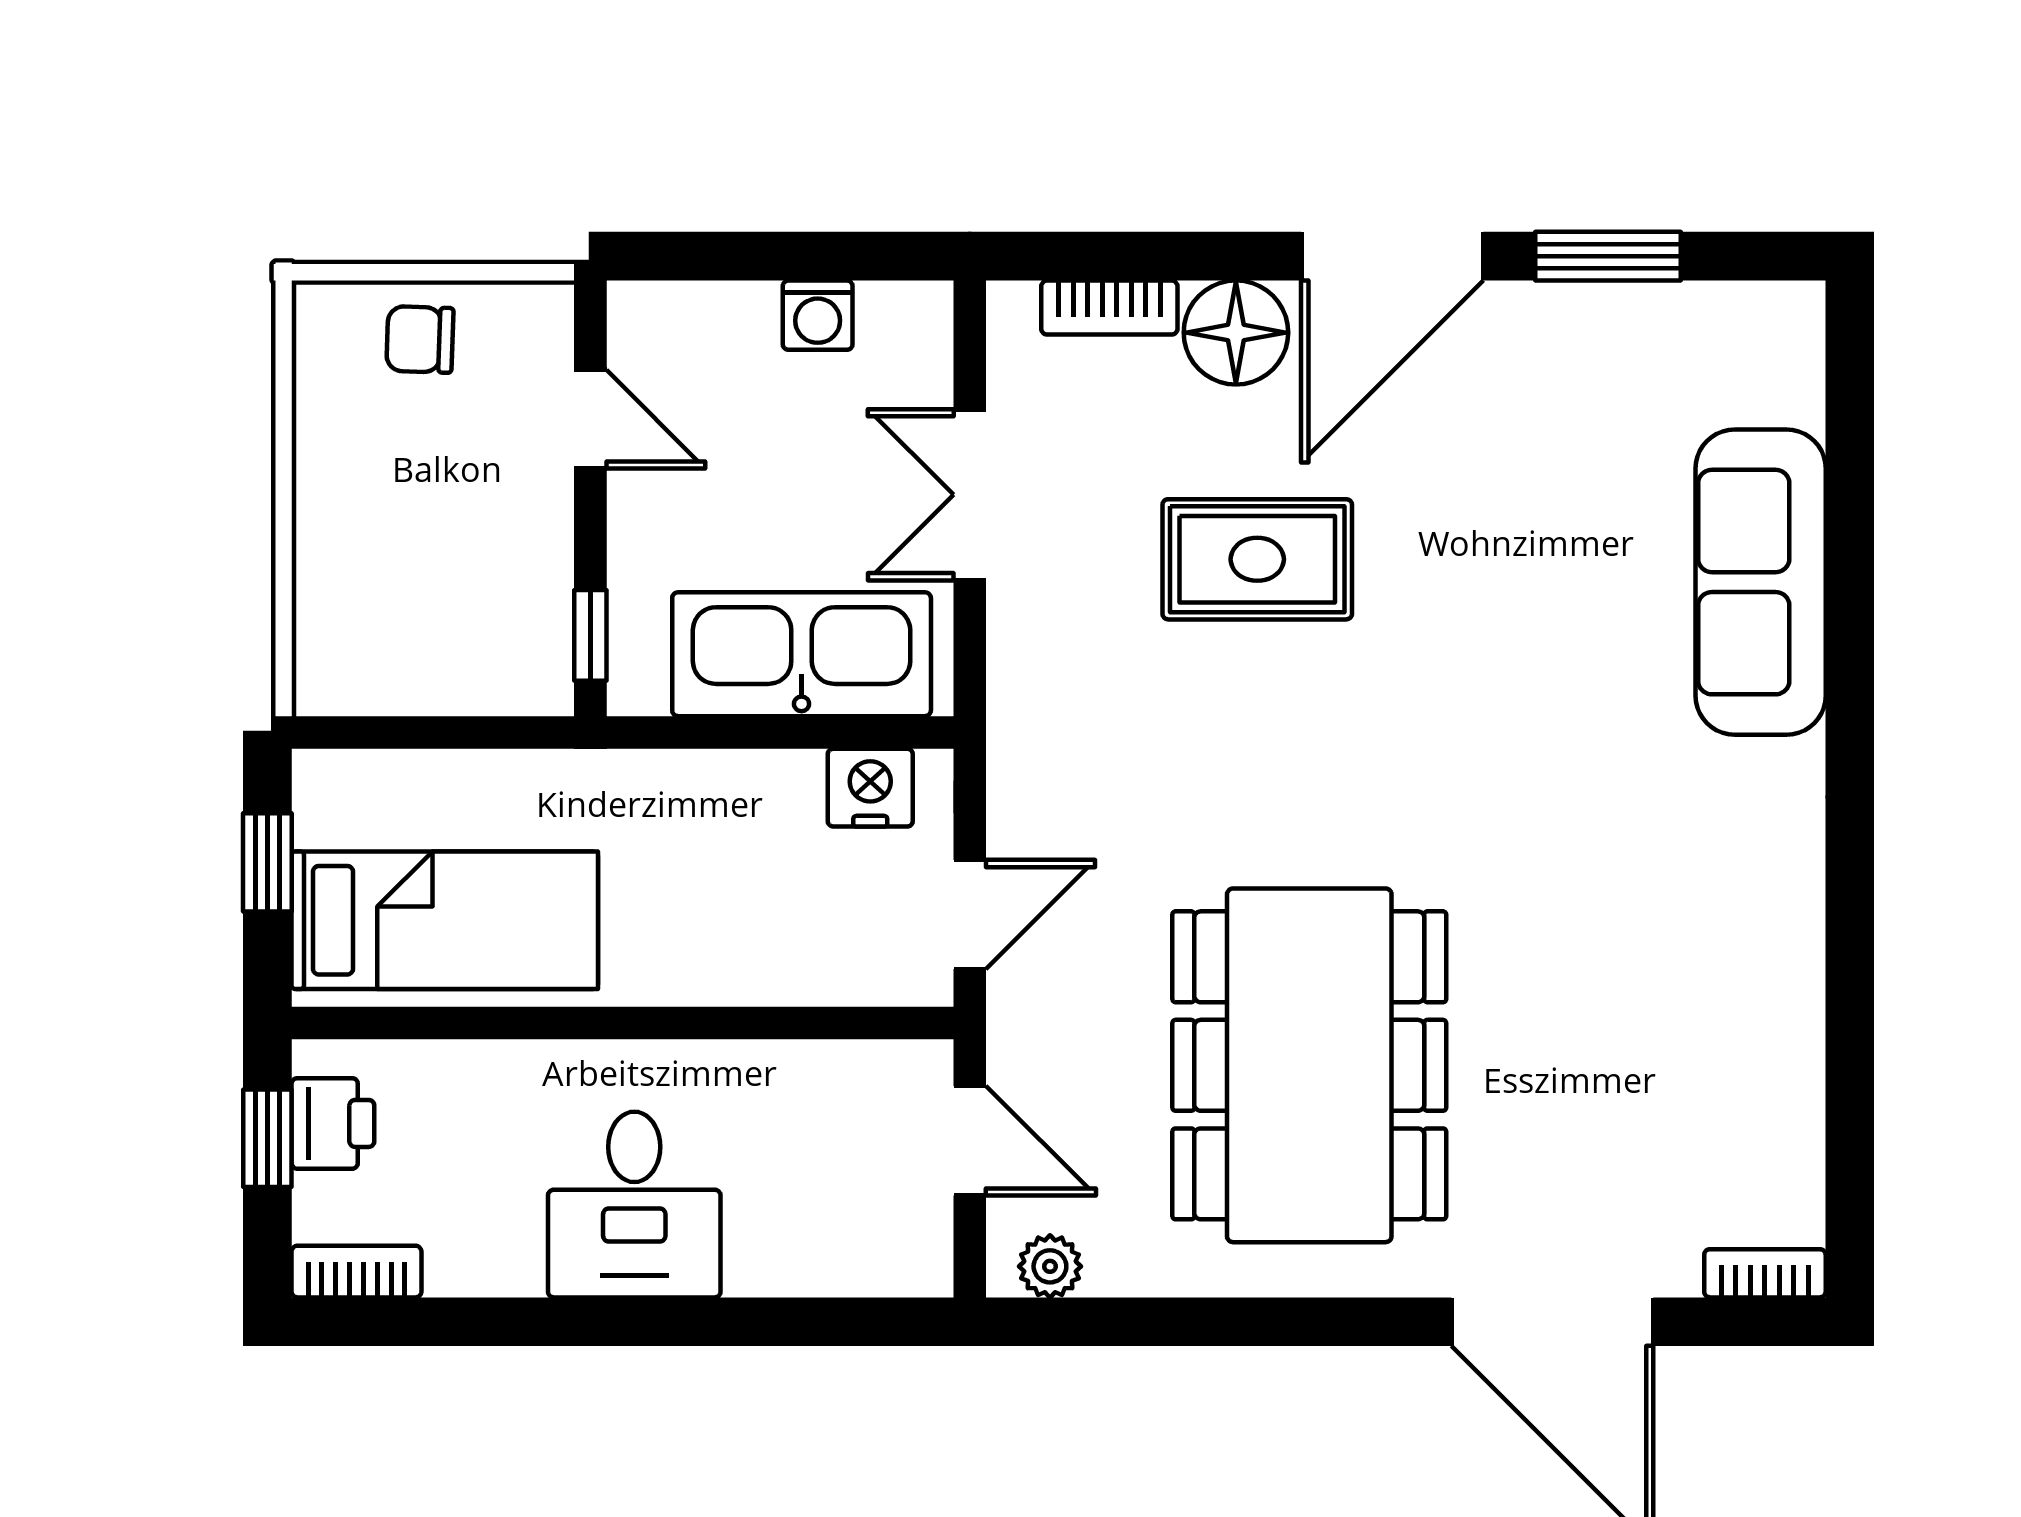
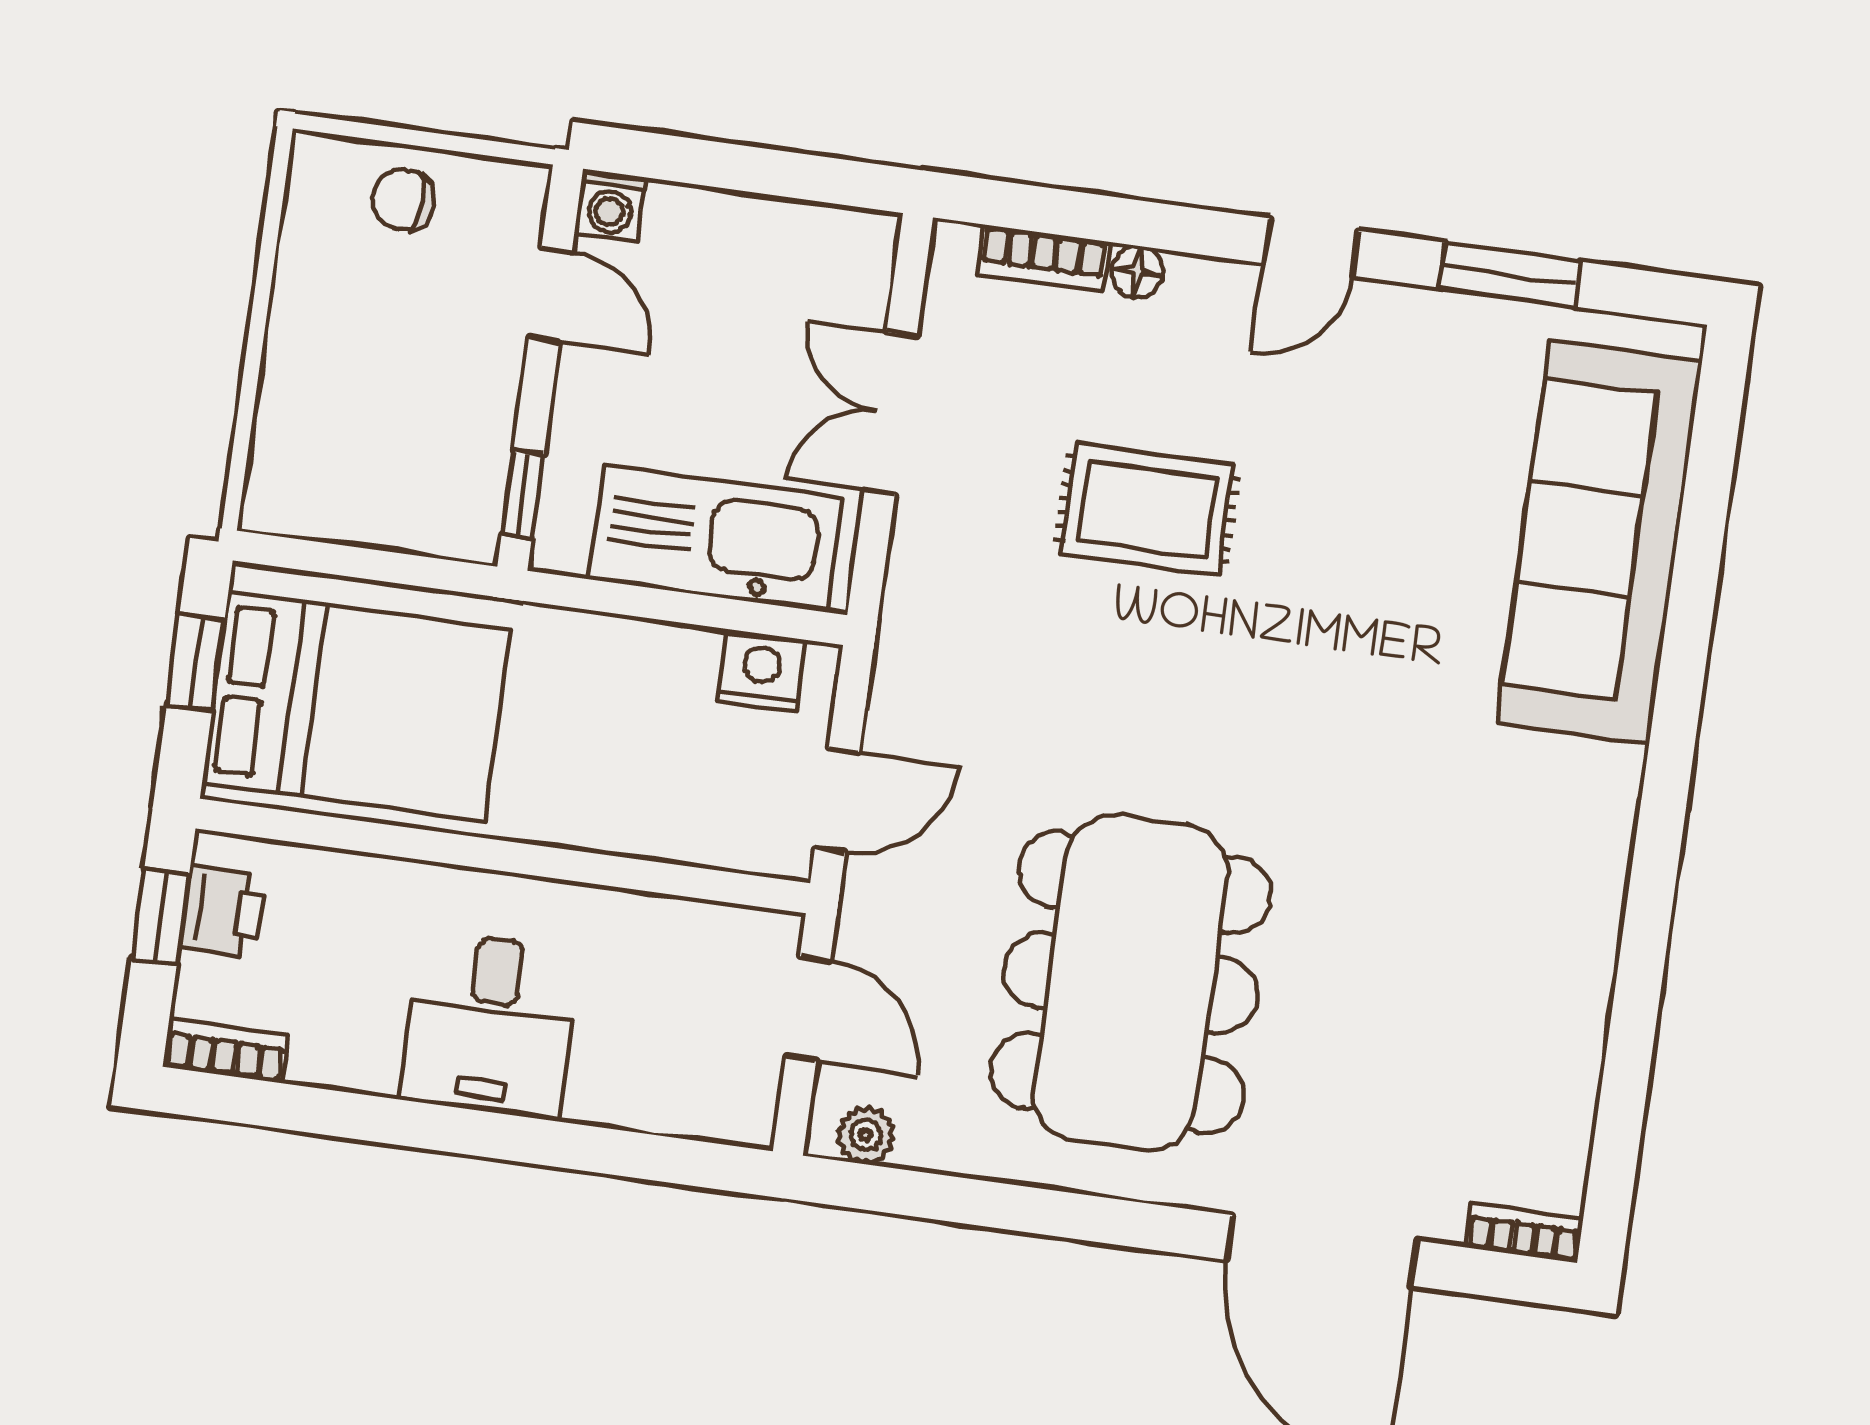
door: (1392, 256) -> (1311, 247), width x0.53
washing machine: (818, 315) -> (611, 205), moved
floor lamp: (1236, 333) -> (1137, 272), width x0.53, depth x0.53
sofa: (1761, 582) -> (1600, 542), width x1.36, depth x1.27
bed: (445, 920) -> (356, 707), width x1.50

